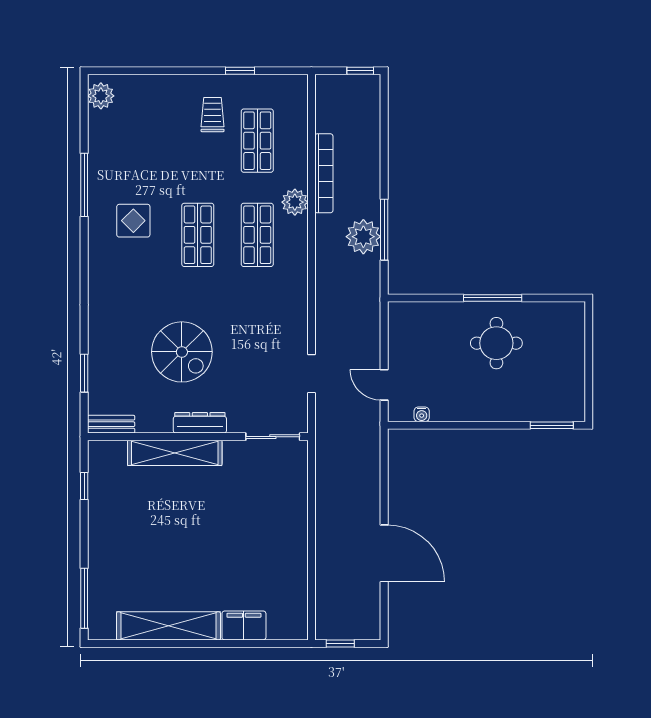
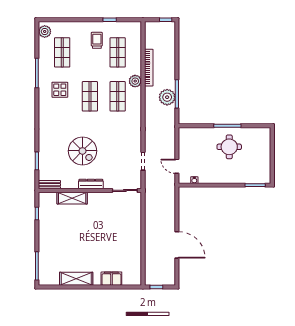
shop shelf: (138, 141) -> (62, 52), added
shelving: (175, 453) -> (72, 198), width x0.68
shelving: (168, 626) -> (76, 279), width x0.68

